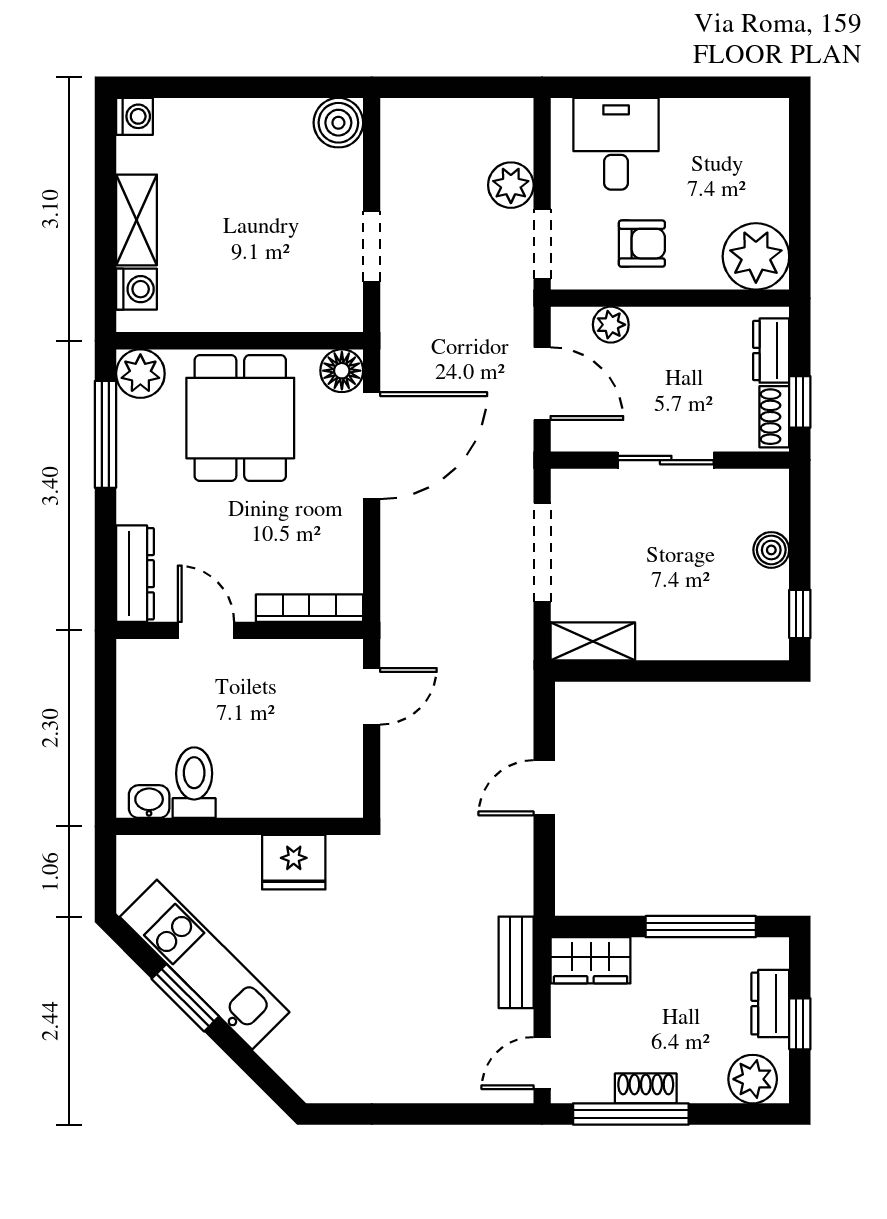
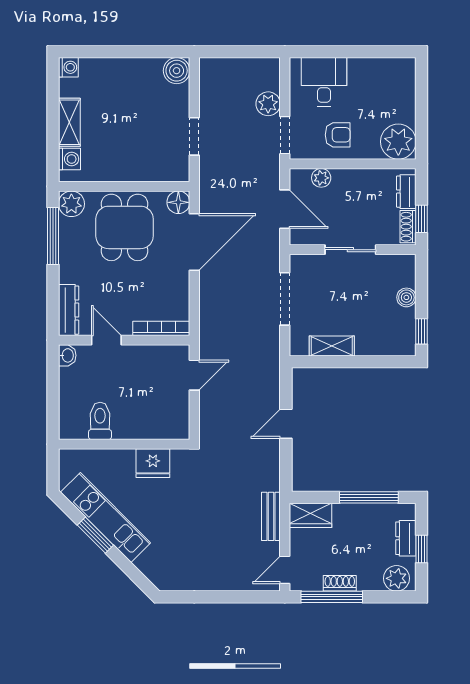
shelving: (593, 641) -> (332, 346), moved
washbasin: (149, 802) -> (67, 355), moved, turned 90

